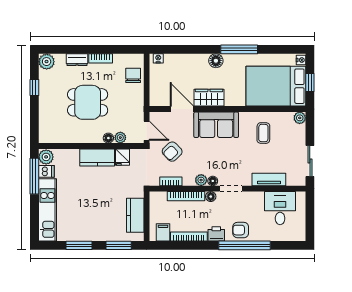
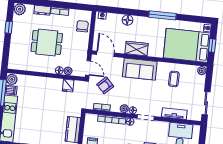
floor lamp: (216, 61) -> (127, 20), moved
door: (182, 109) -> (105, 54), moved
kitchen counter: (97, 158) -> (49, 84), removed

